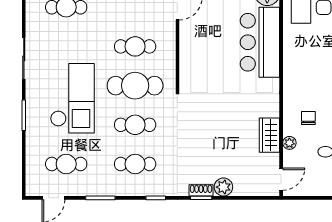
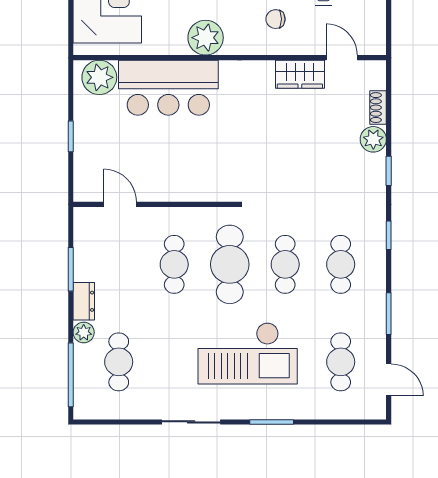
checkout: (72, 98) -> (248, 353), turned 180
plant: (289, 143) -> (206, 38), moved, width x1.88, depth x1.88
door: (281, 179) -> (342, 58), moved
shoe rack: (201, 190) -> (378, 108), moved

